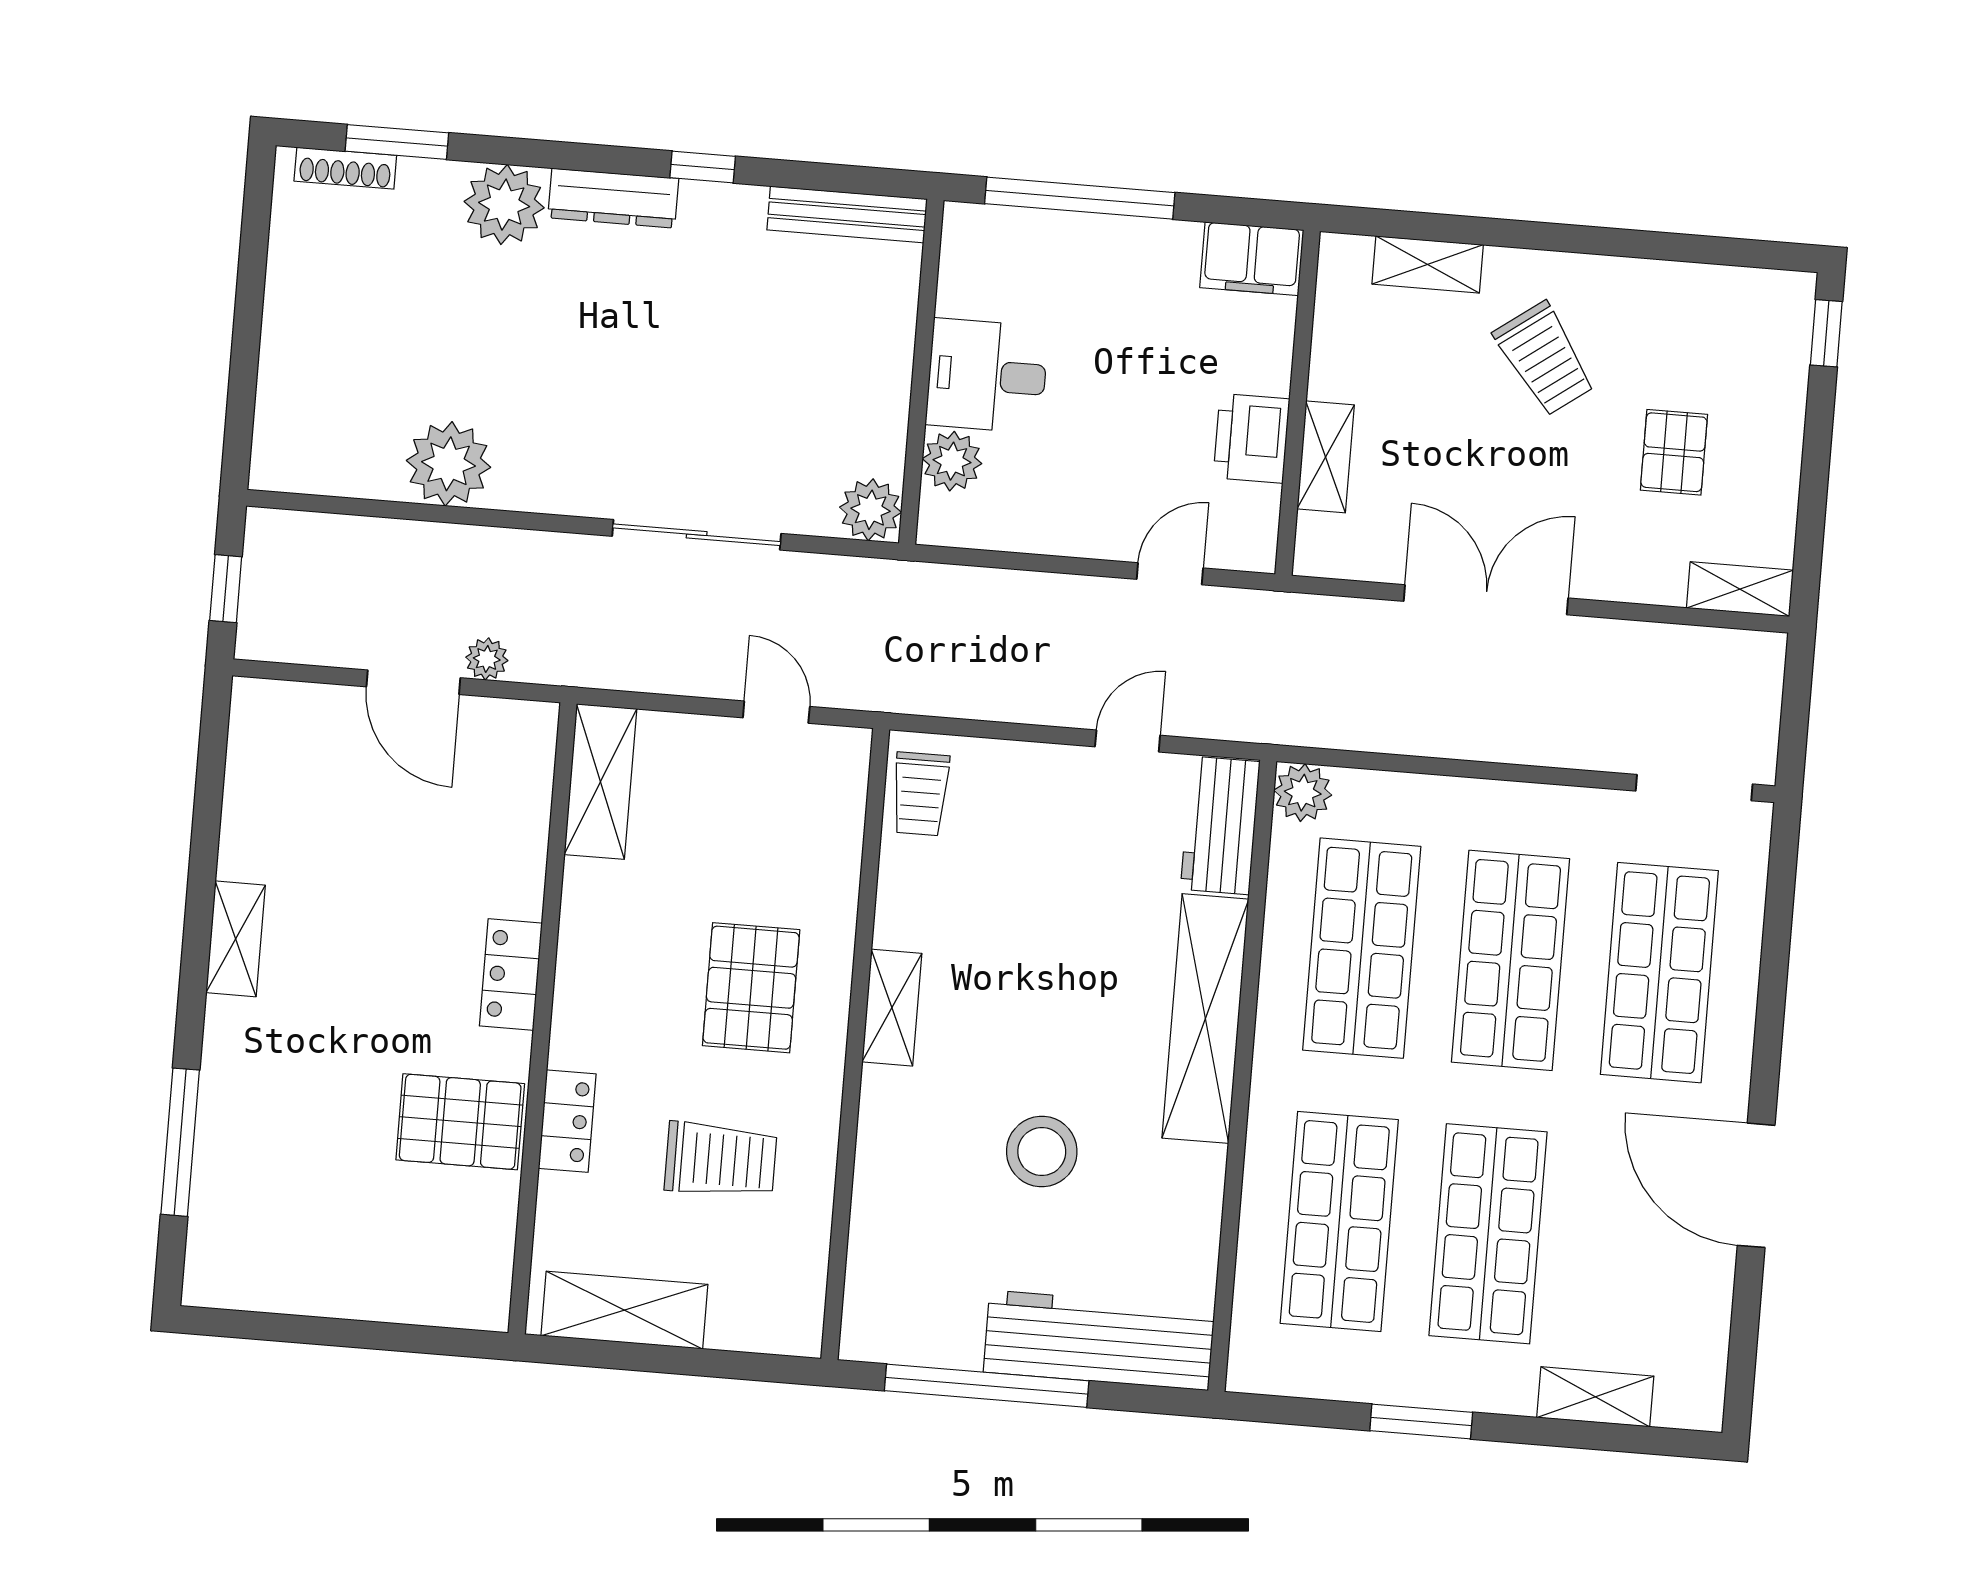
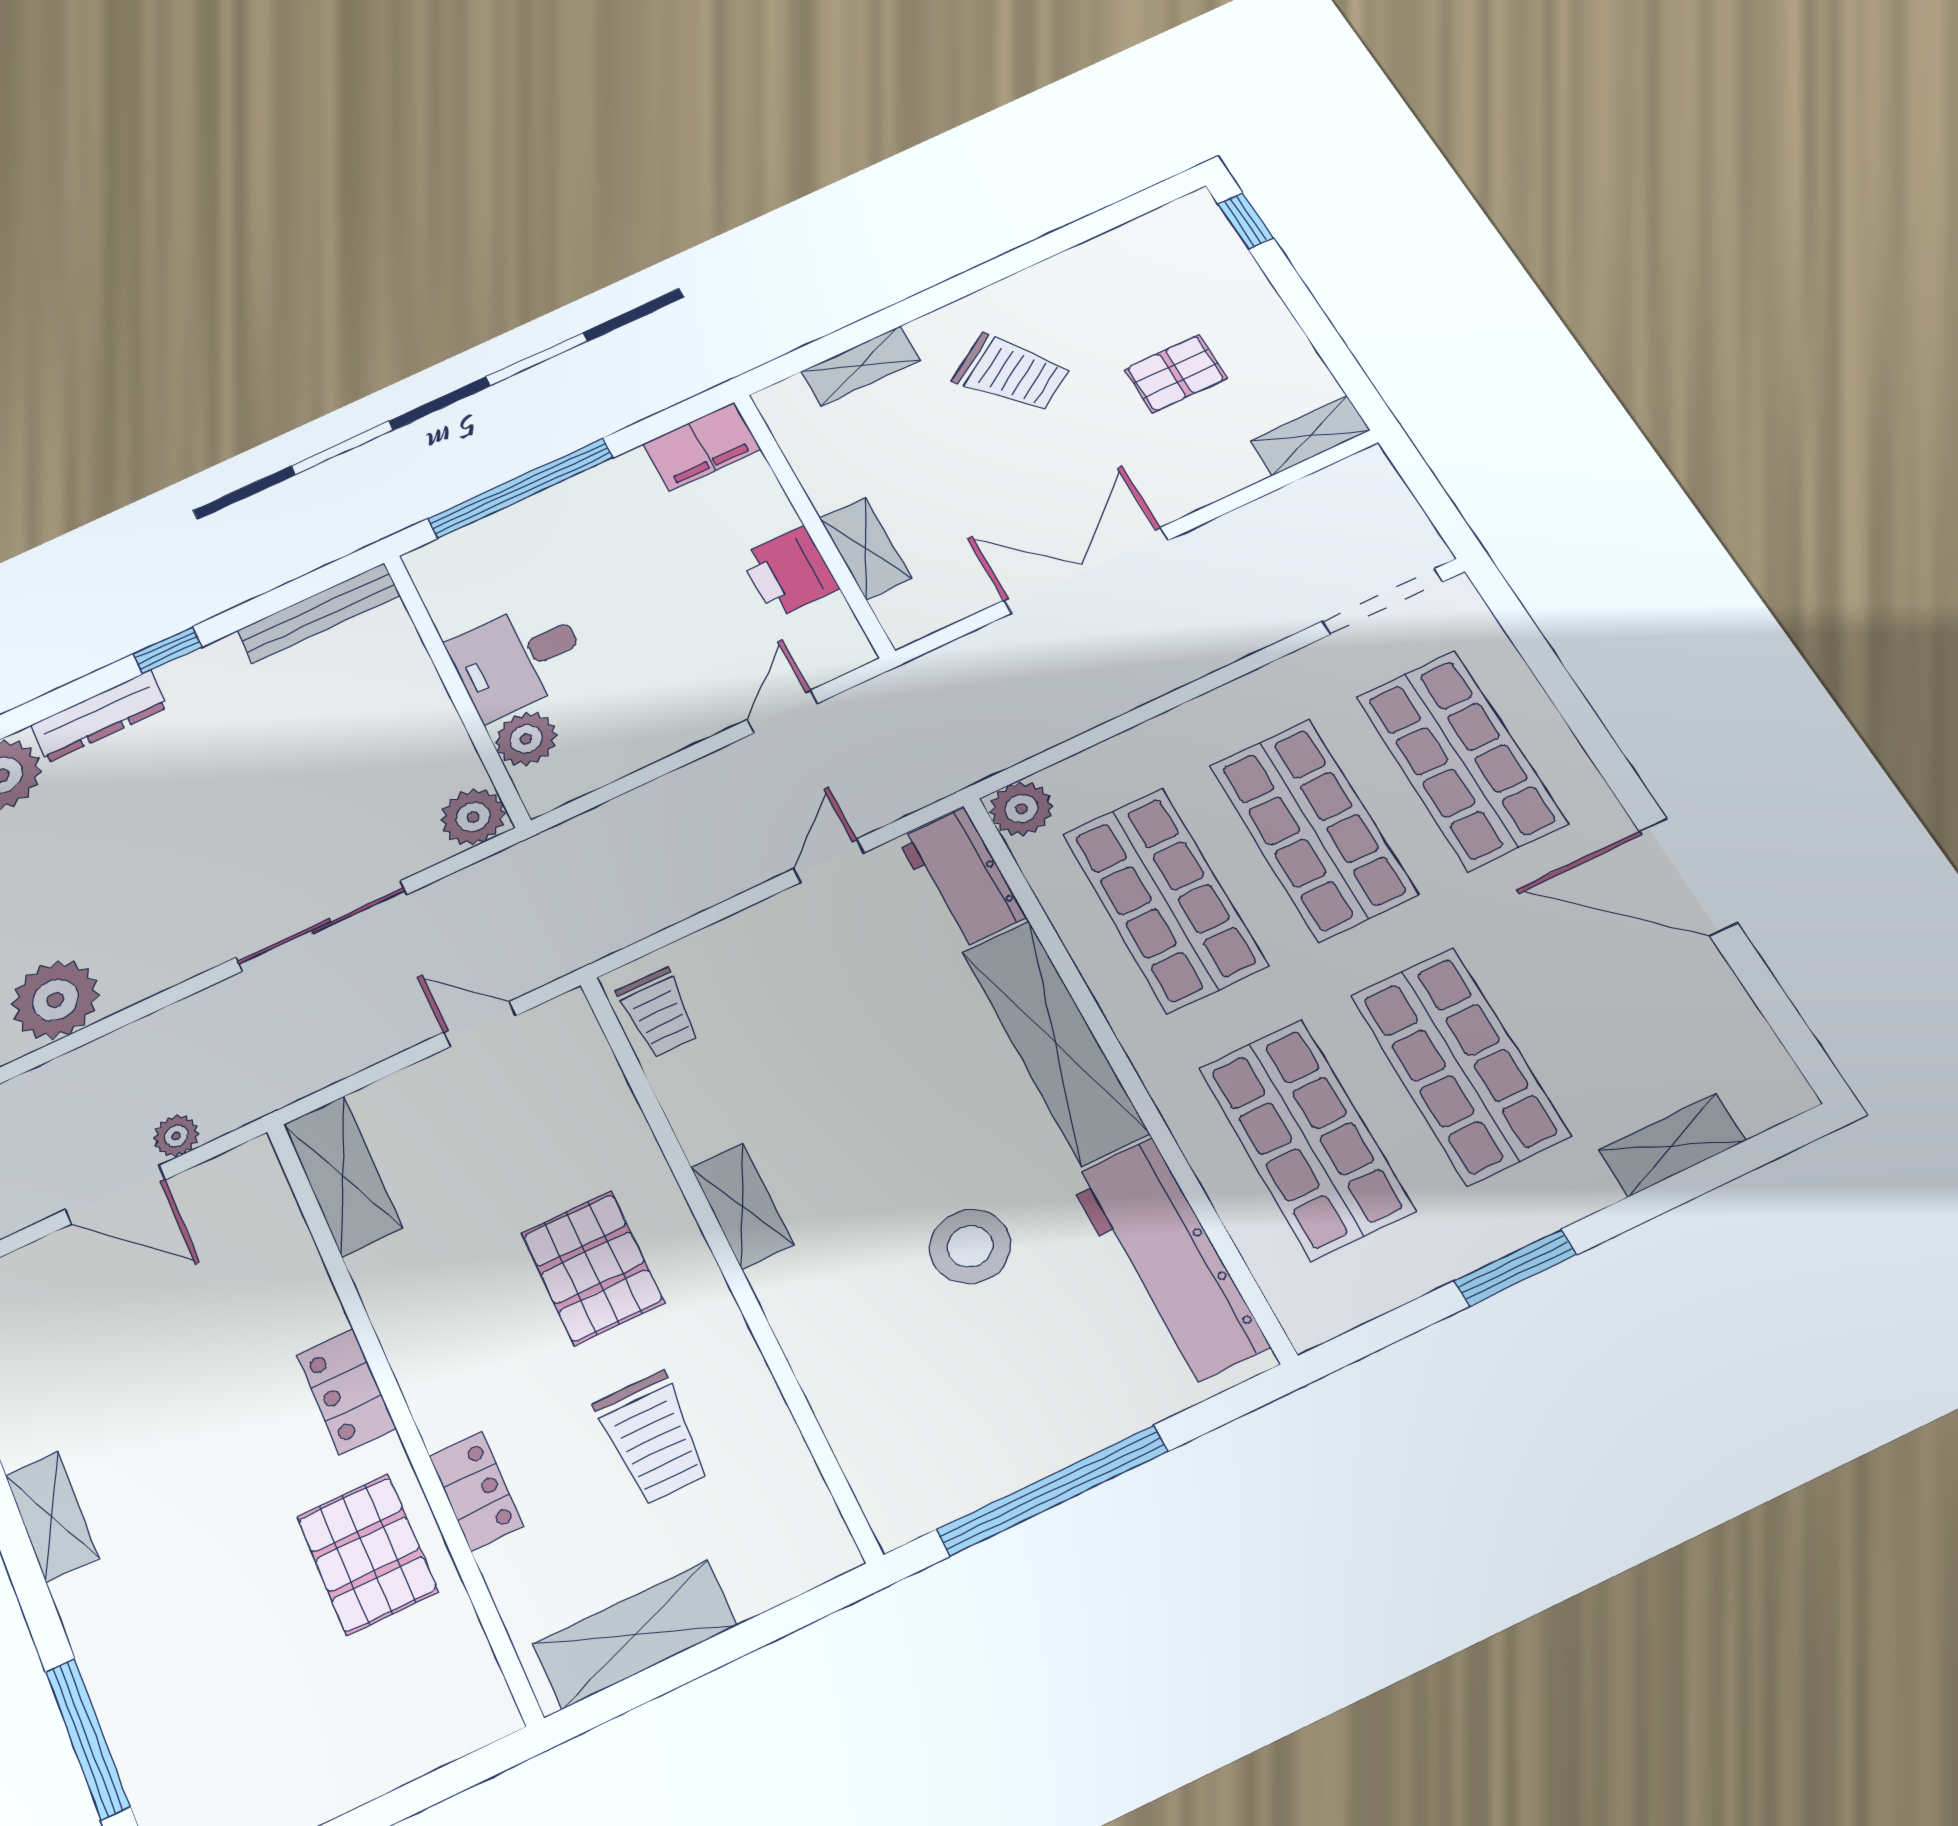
pallet: (1674, 452) -> (1176, 374), turned 90
pallet: (460, 1122) -> (367, 1554), turned 90
trolley: (721, 1160) -> (652, 1438), turned 90
workbench: (1099, 1340) -> (1168, 1261), moved, turned -90

